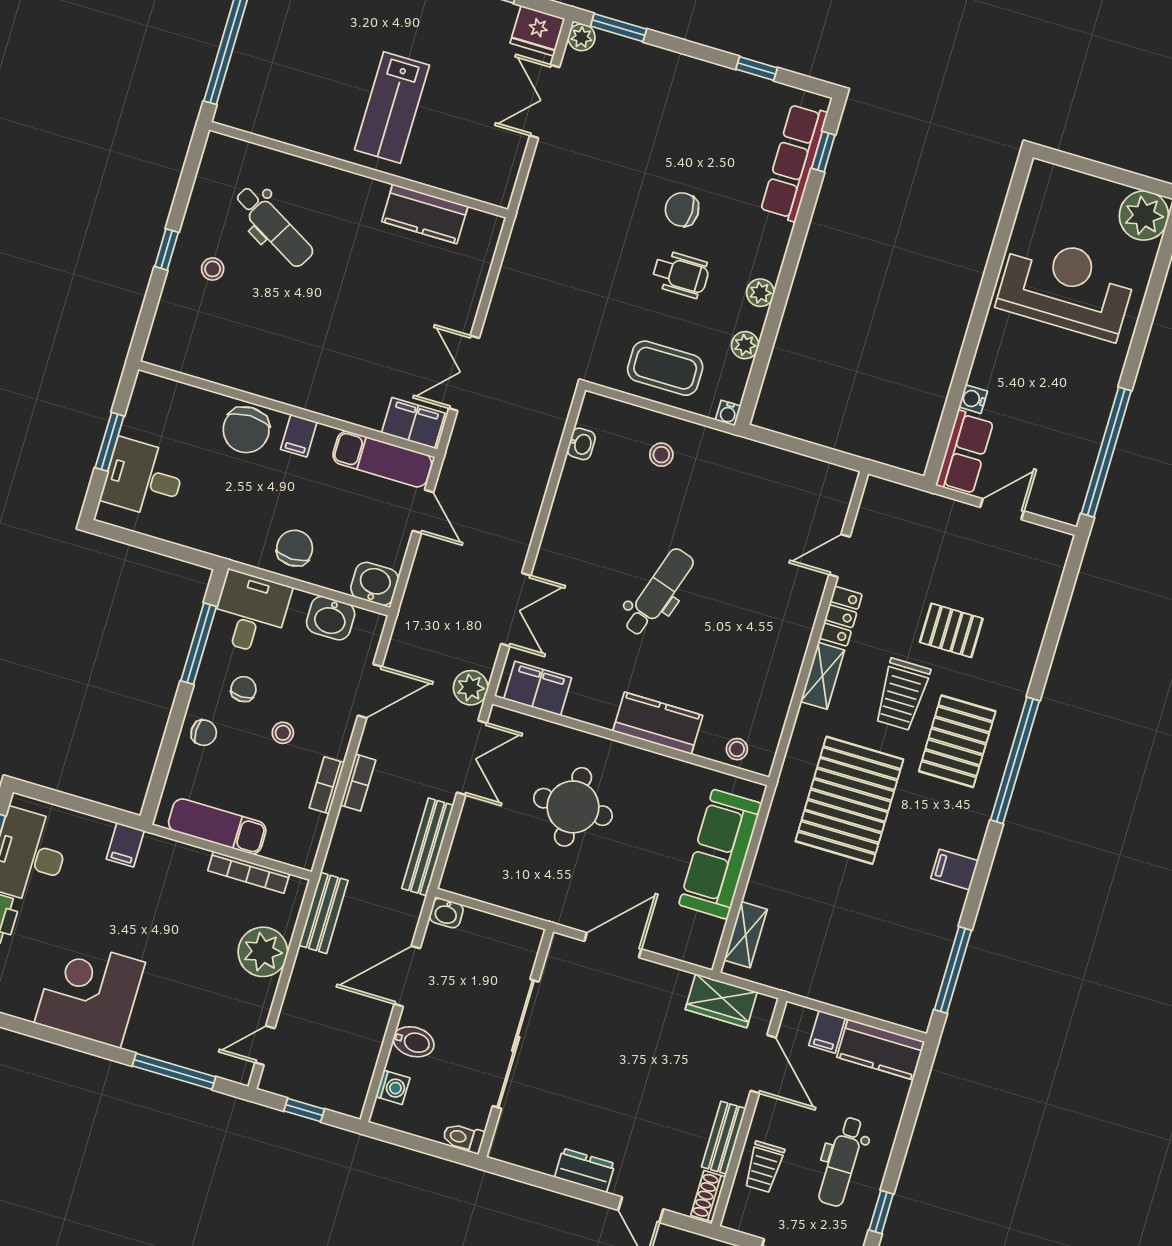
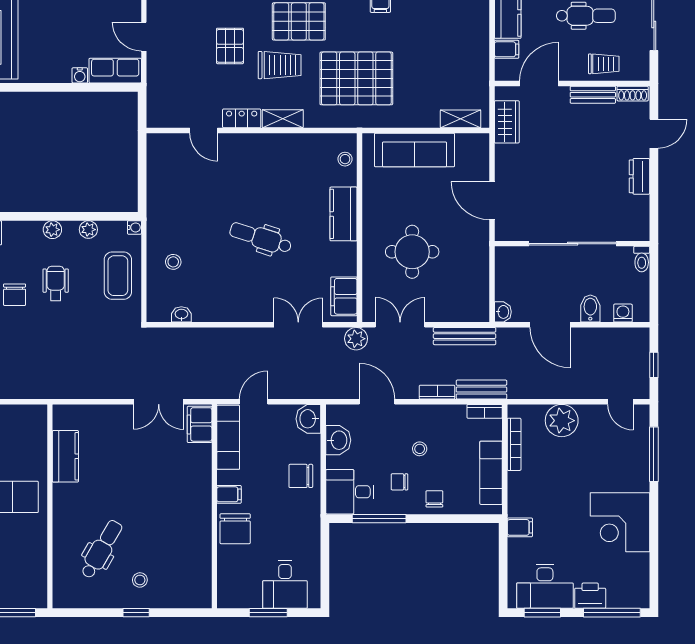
chair: (246, 430) -> (235, 529), turned 90
bookcase: (327, 785) -> (485, 411), moved
bench: (323, 913) -> (481, 390), moved

